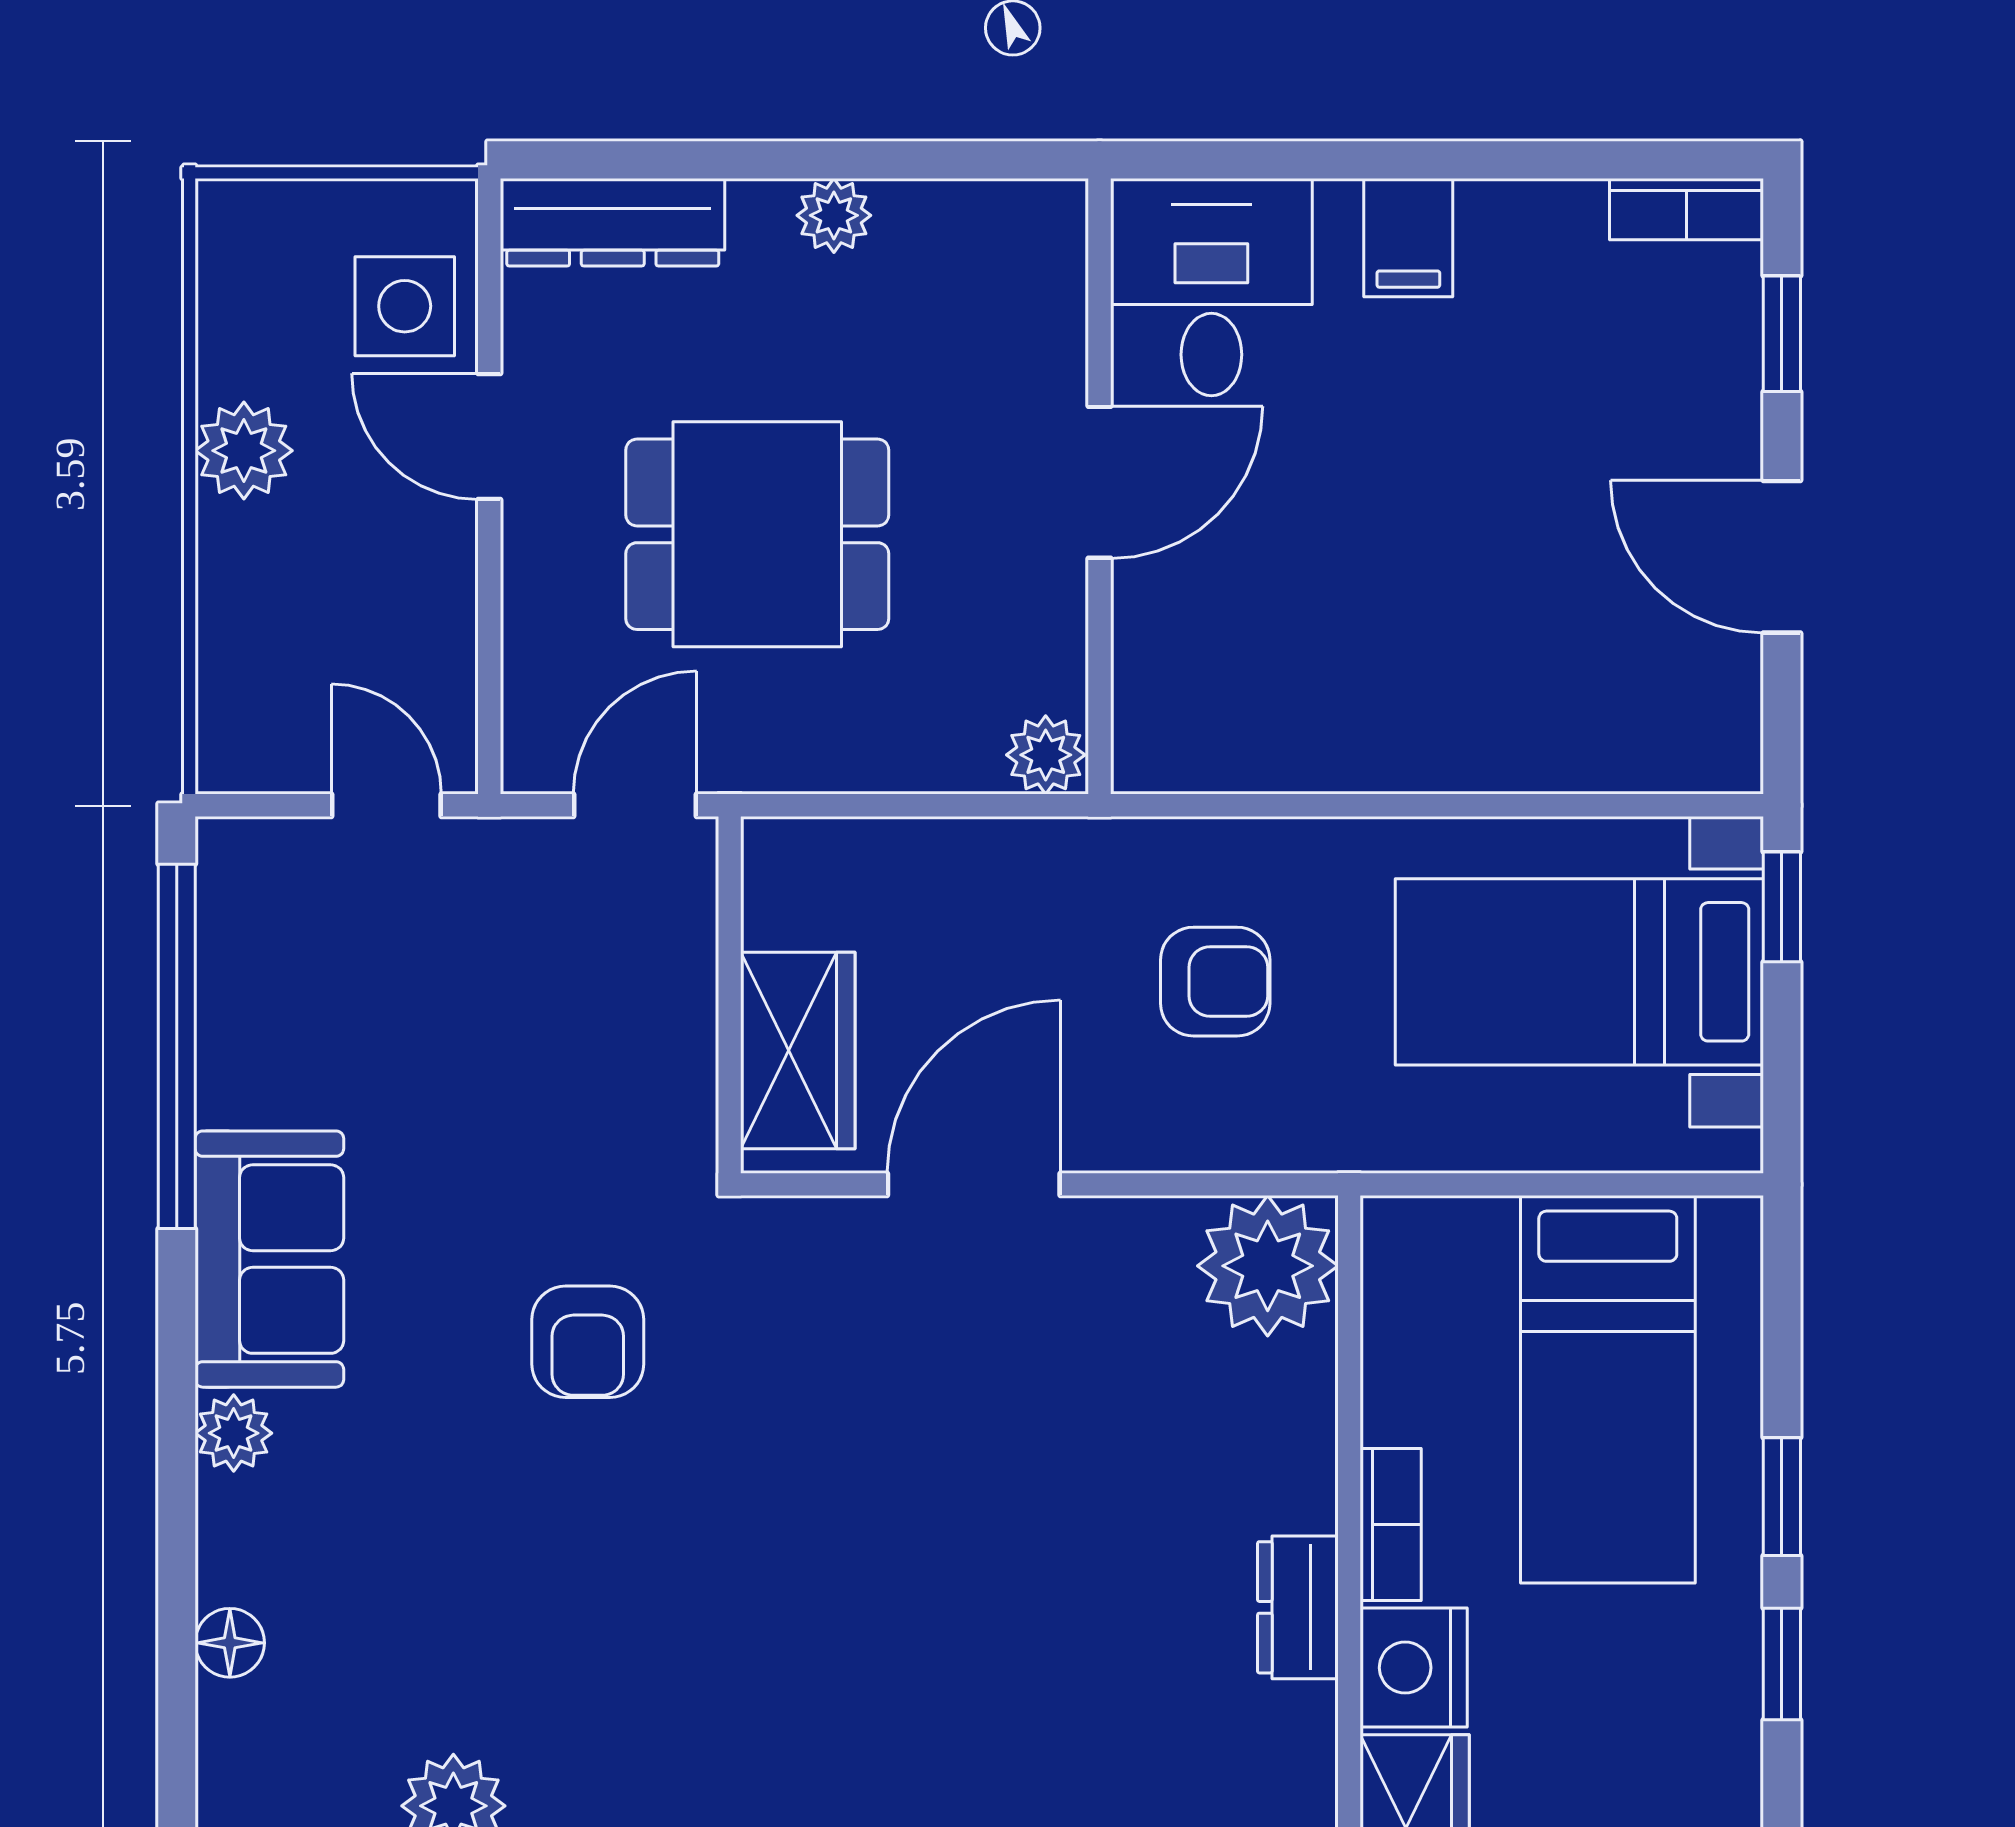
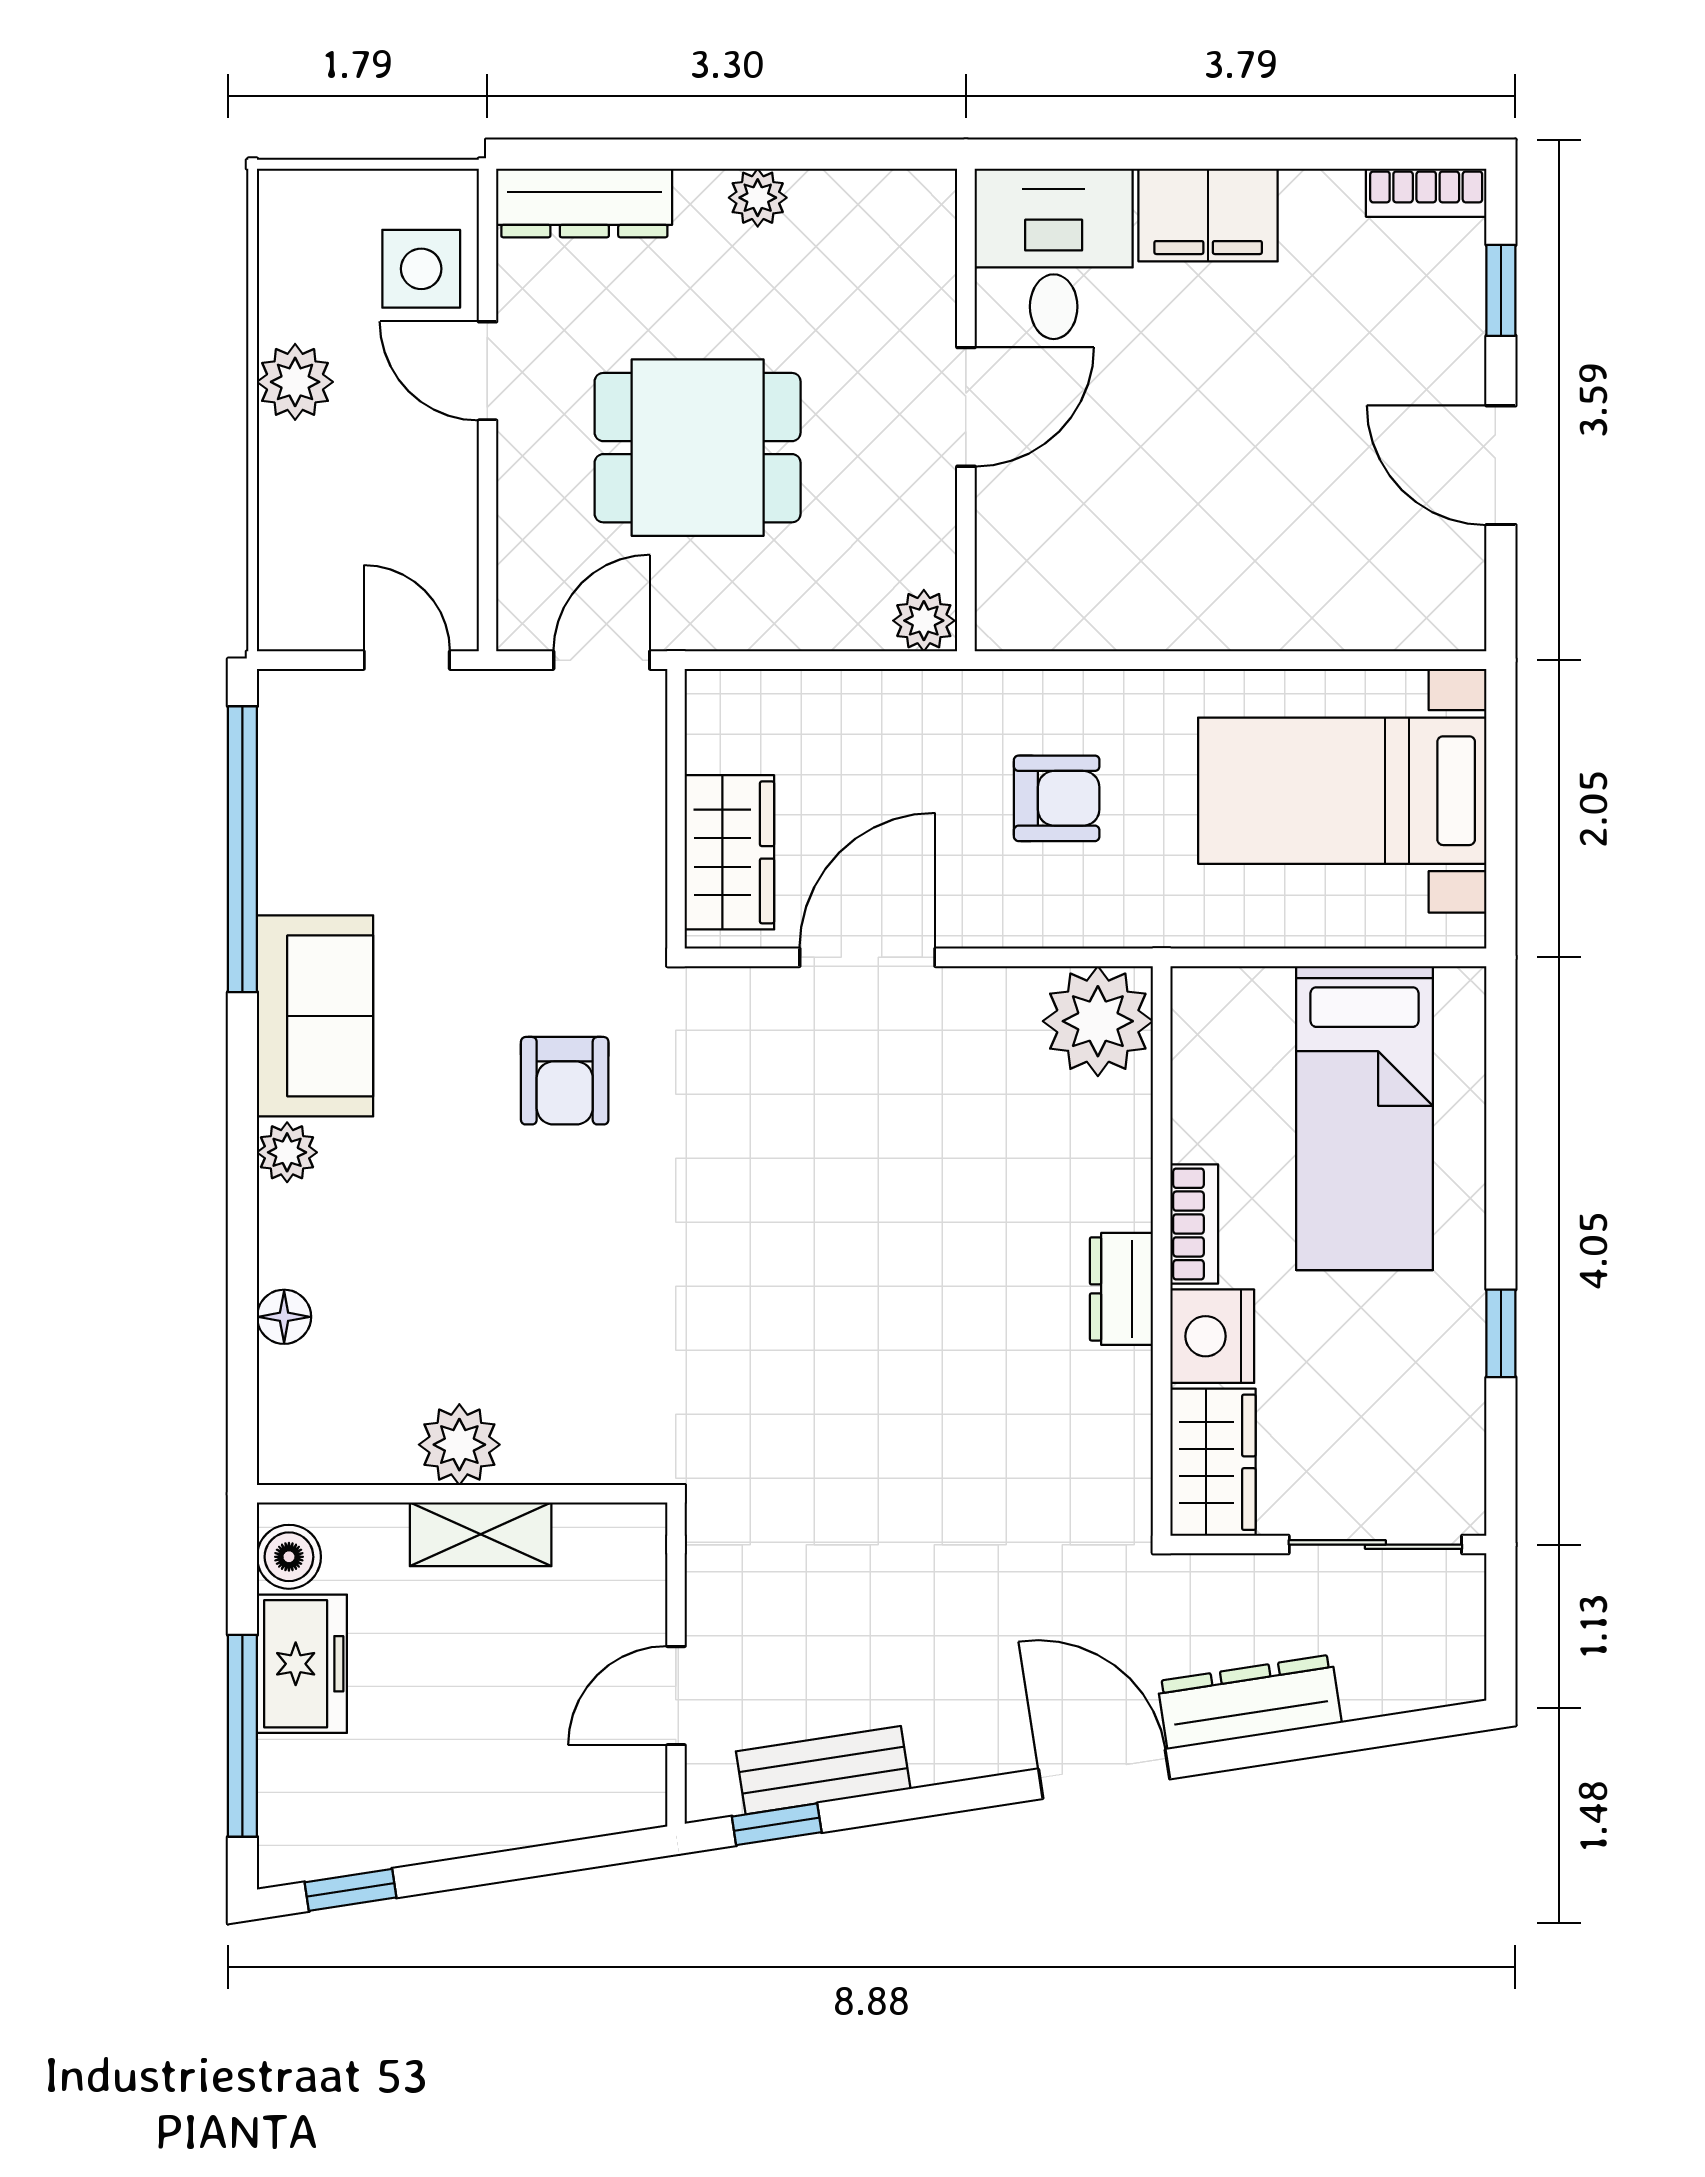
filing cabinet: (1408, 238) -> (1208, 215), width x2.00
window: (1782, 907) -> (1501, 740), removed
window: (1782, 1497) -> (1501, 1202), removed

